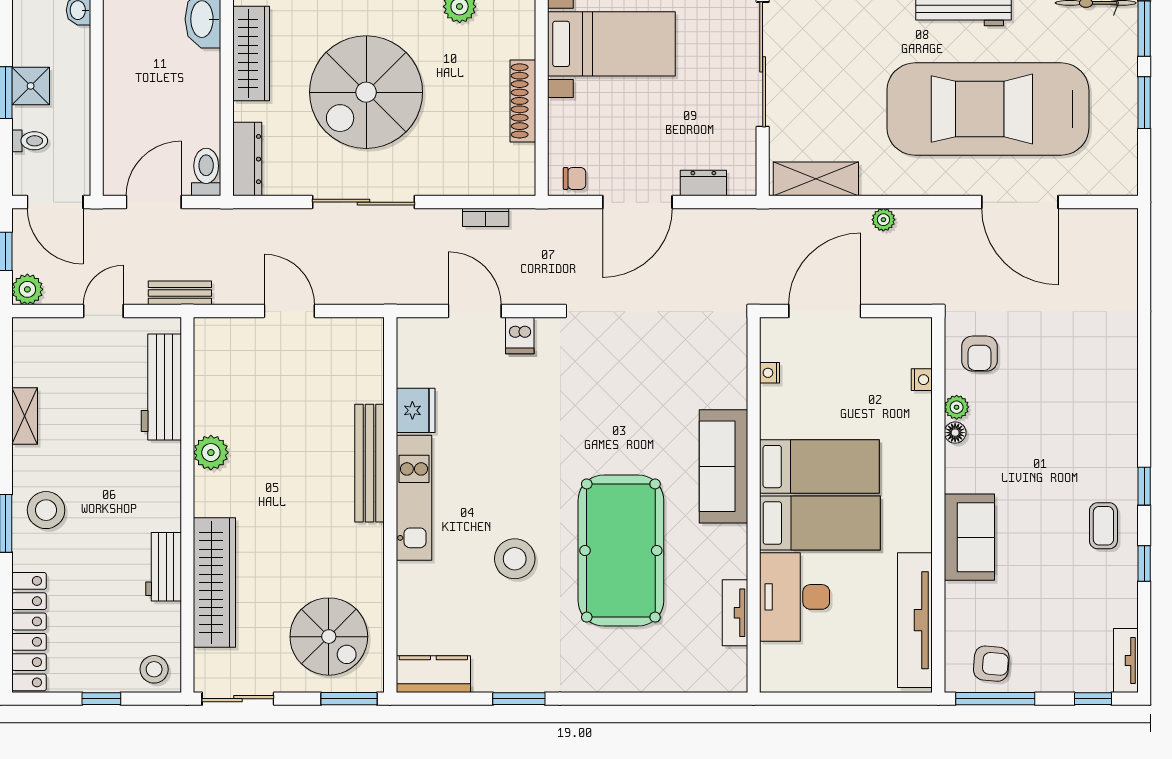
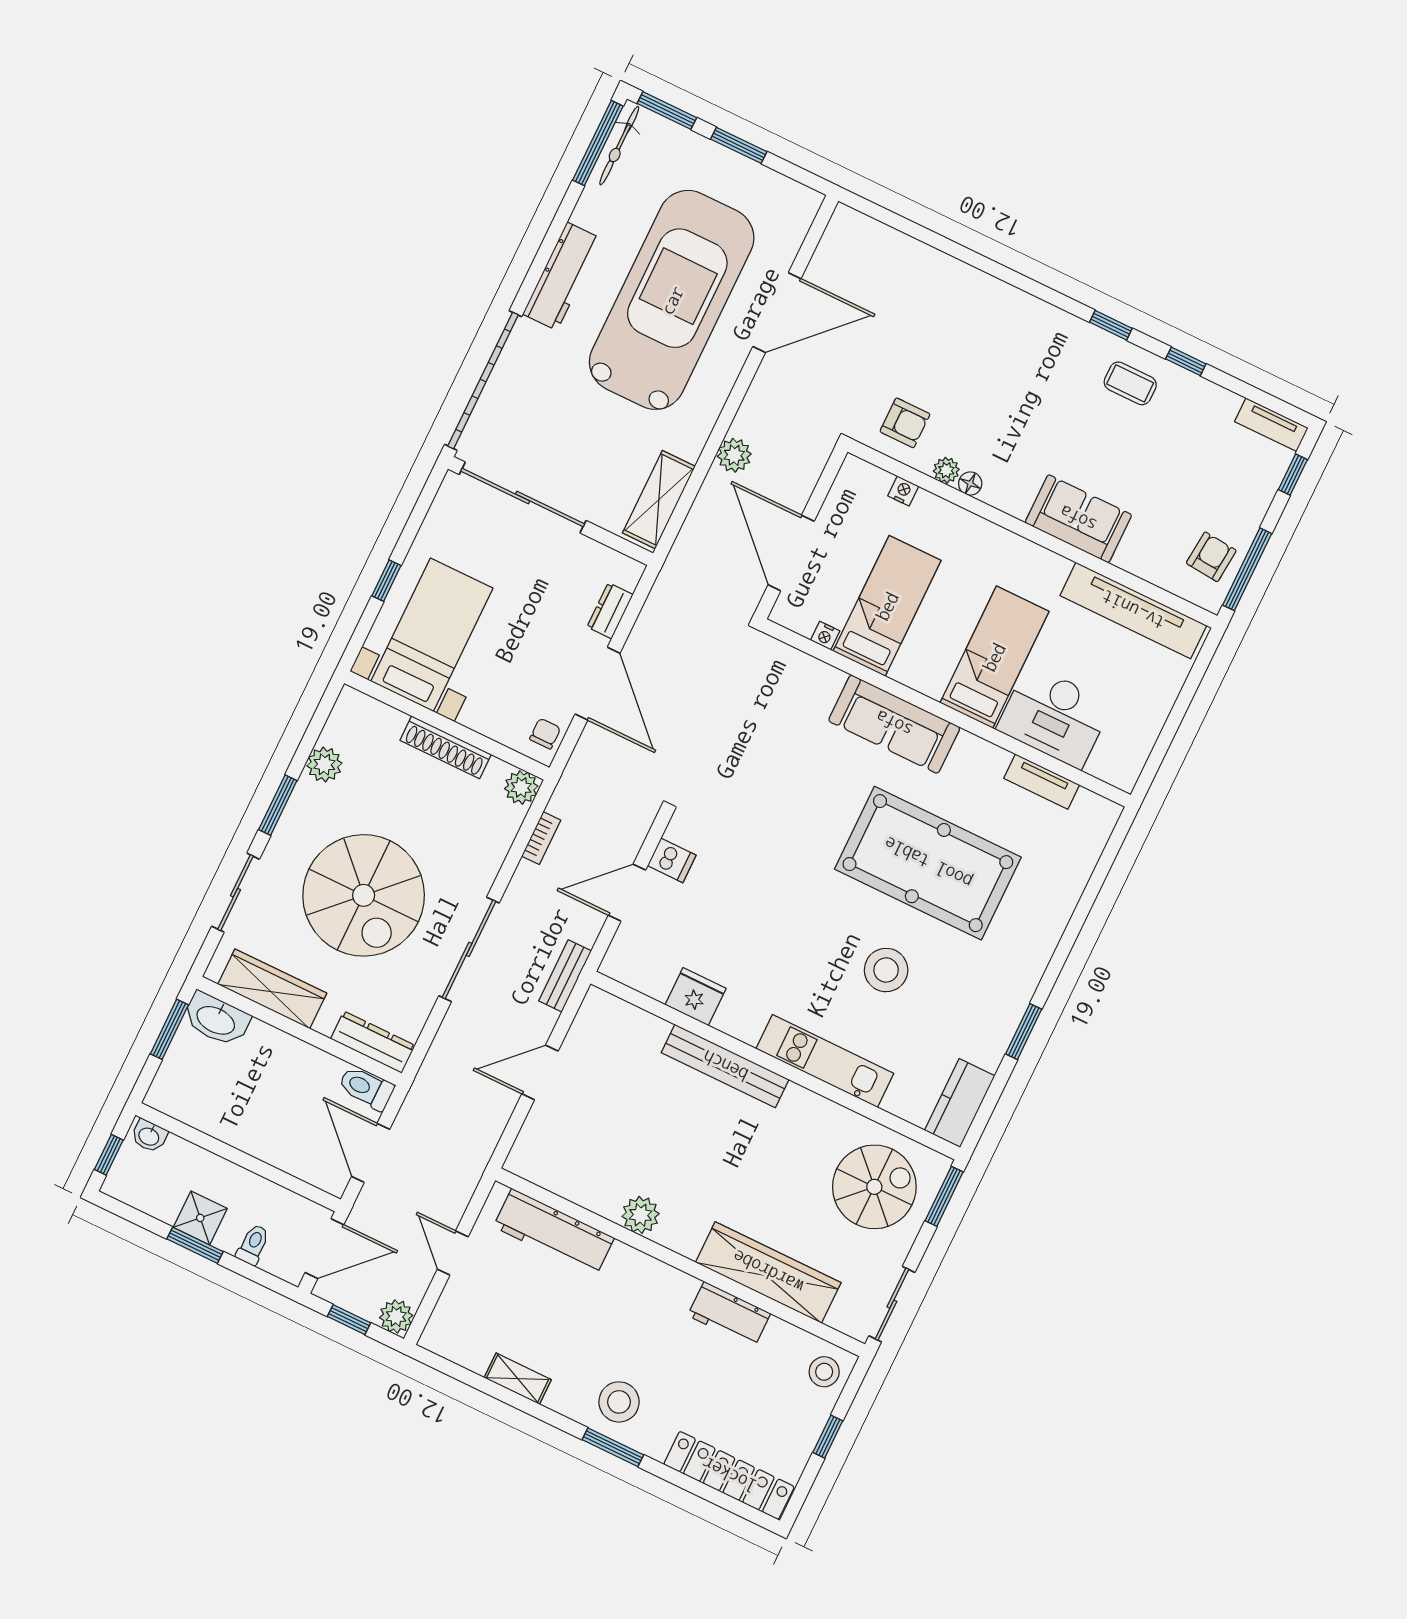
car: (988, 109) -> (672, 300), turned 180
plant: (520, 180) -> (521, 787), added
plant: (883, 220) -> (734, 455), width x1.38, depth x1.38
bench: (180, 293) -> (565, 976), moved
bed: (819, 467) -> (887, 606), moved
kitchen unit: (414, 498) -> (825, 1061), moved

